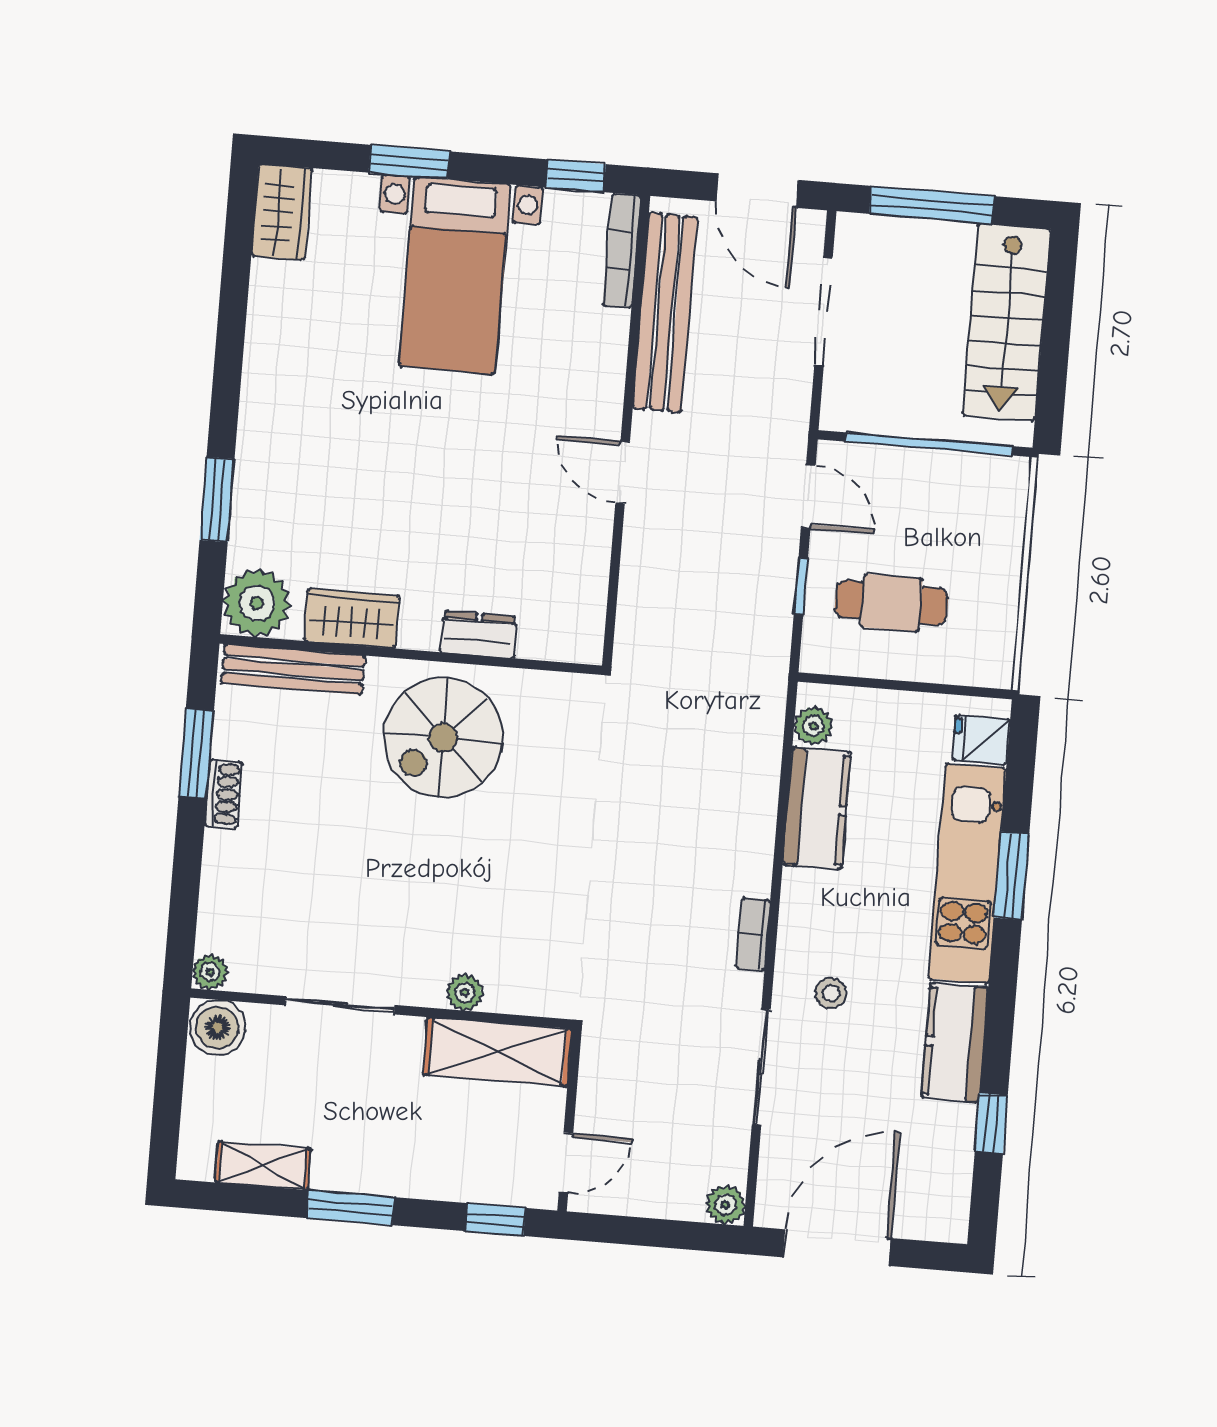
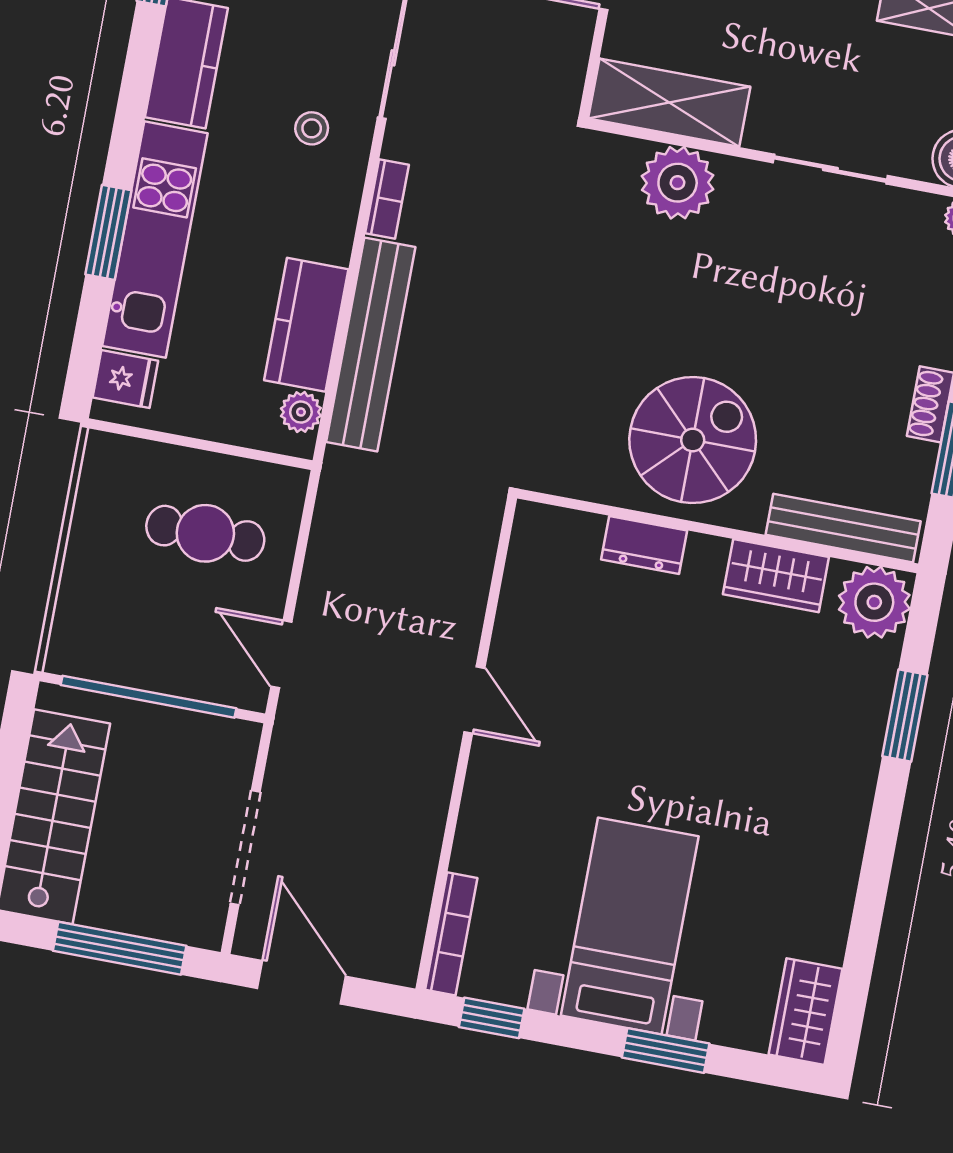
bench: (665, 313) -> (371, 344), moved
window: (801, 586) -> (299, 561), removed
plant: (465, 992) -> (678, 183), width x1.88, depth x1.88

